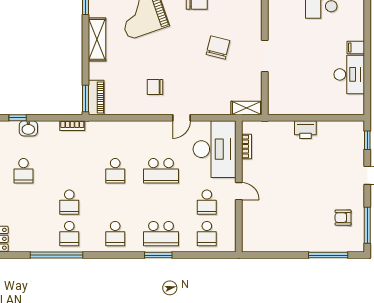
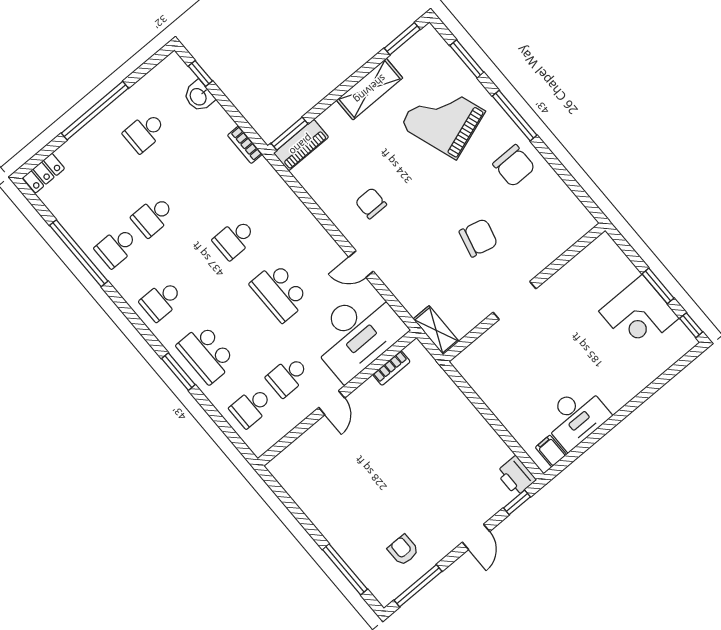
filing cabinet: (356, 47) -> (551, 451), moved
printer: (305, 130) -> (516, 476), moved

